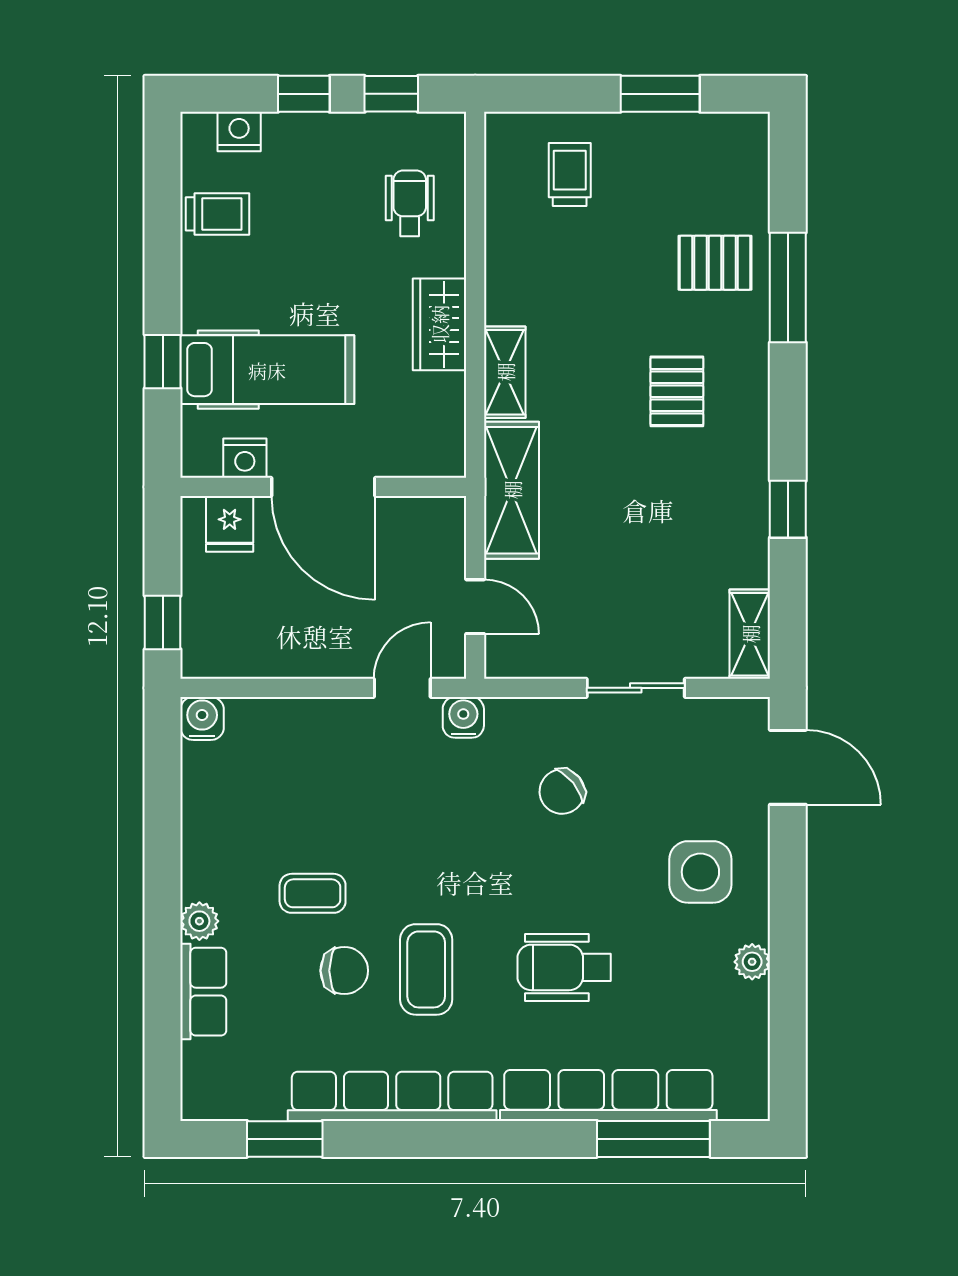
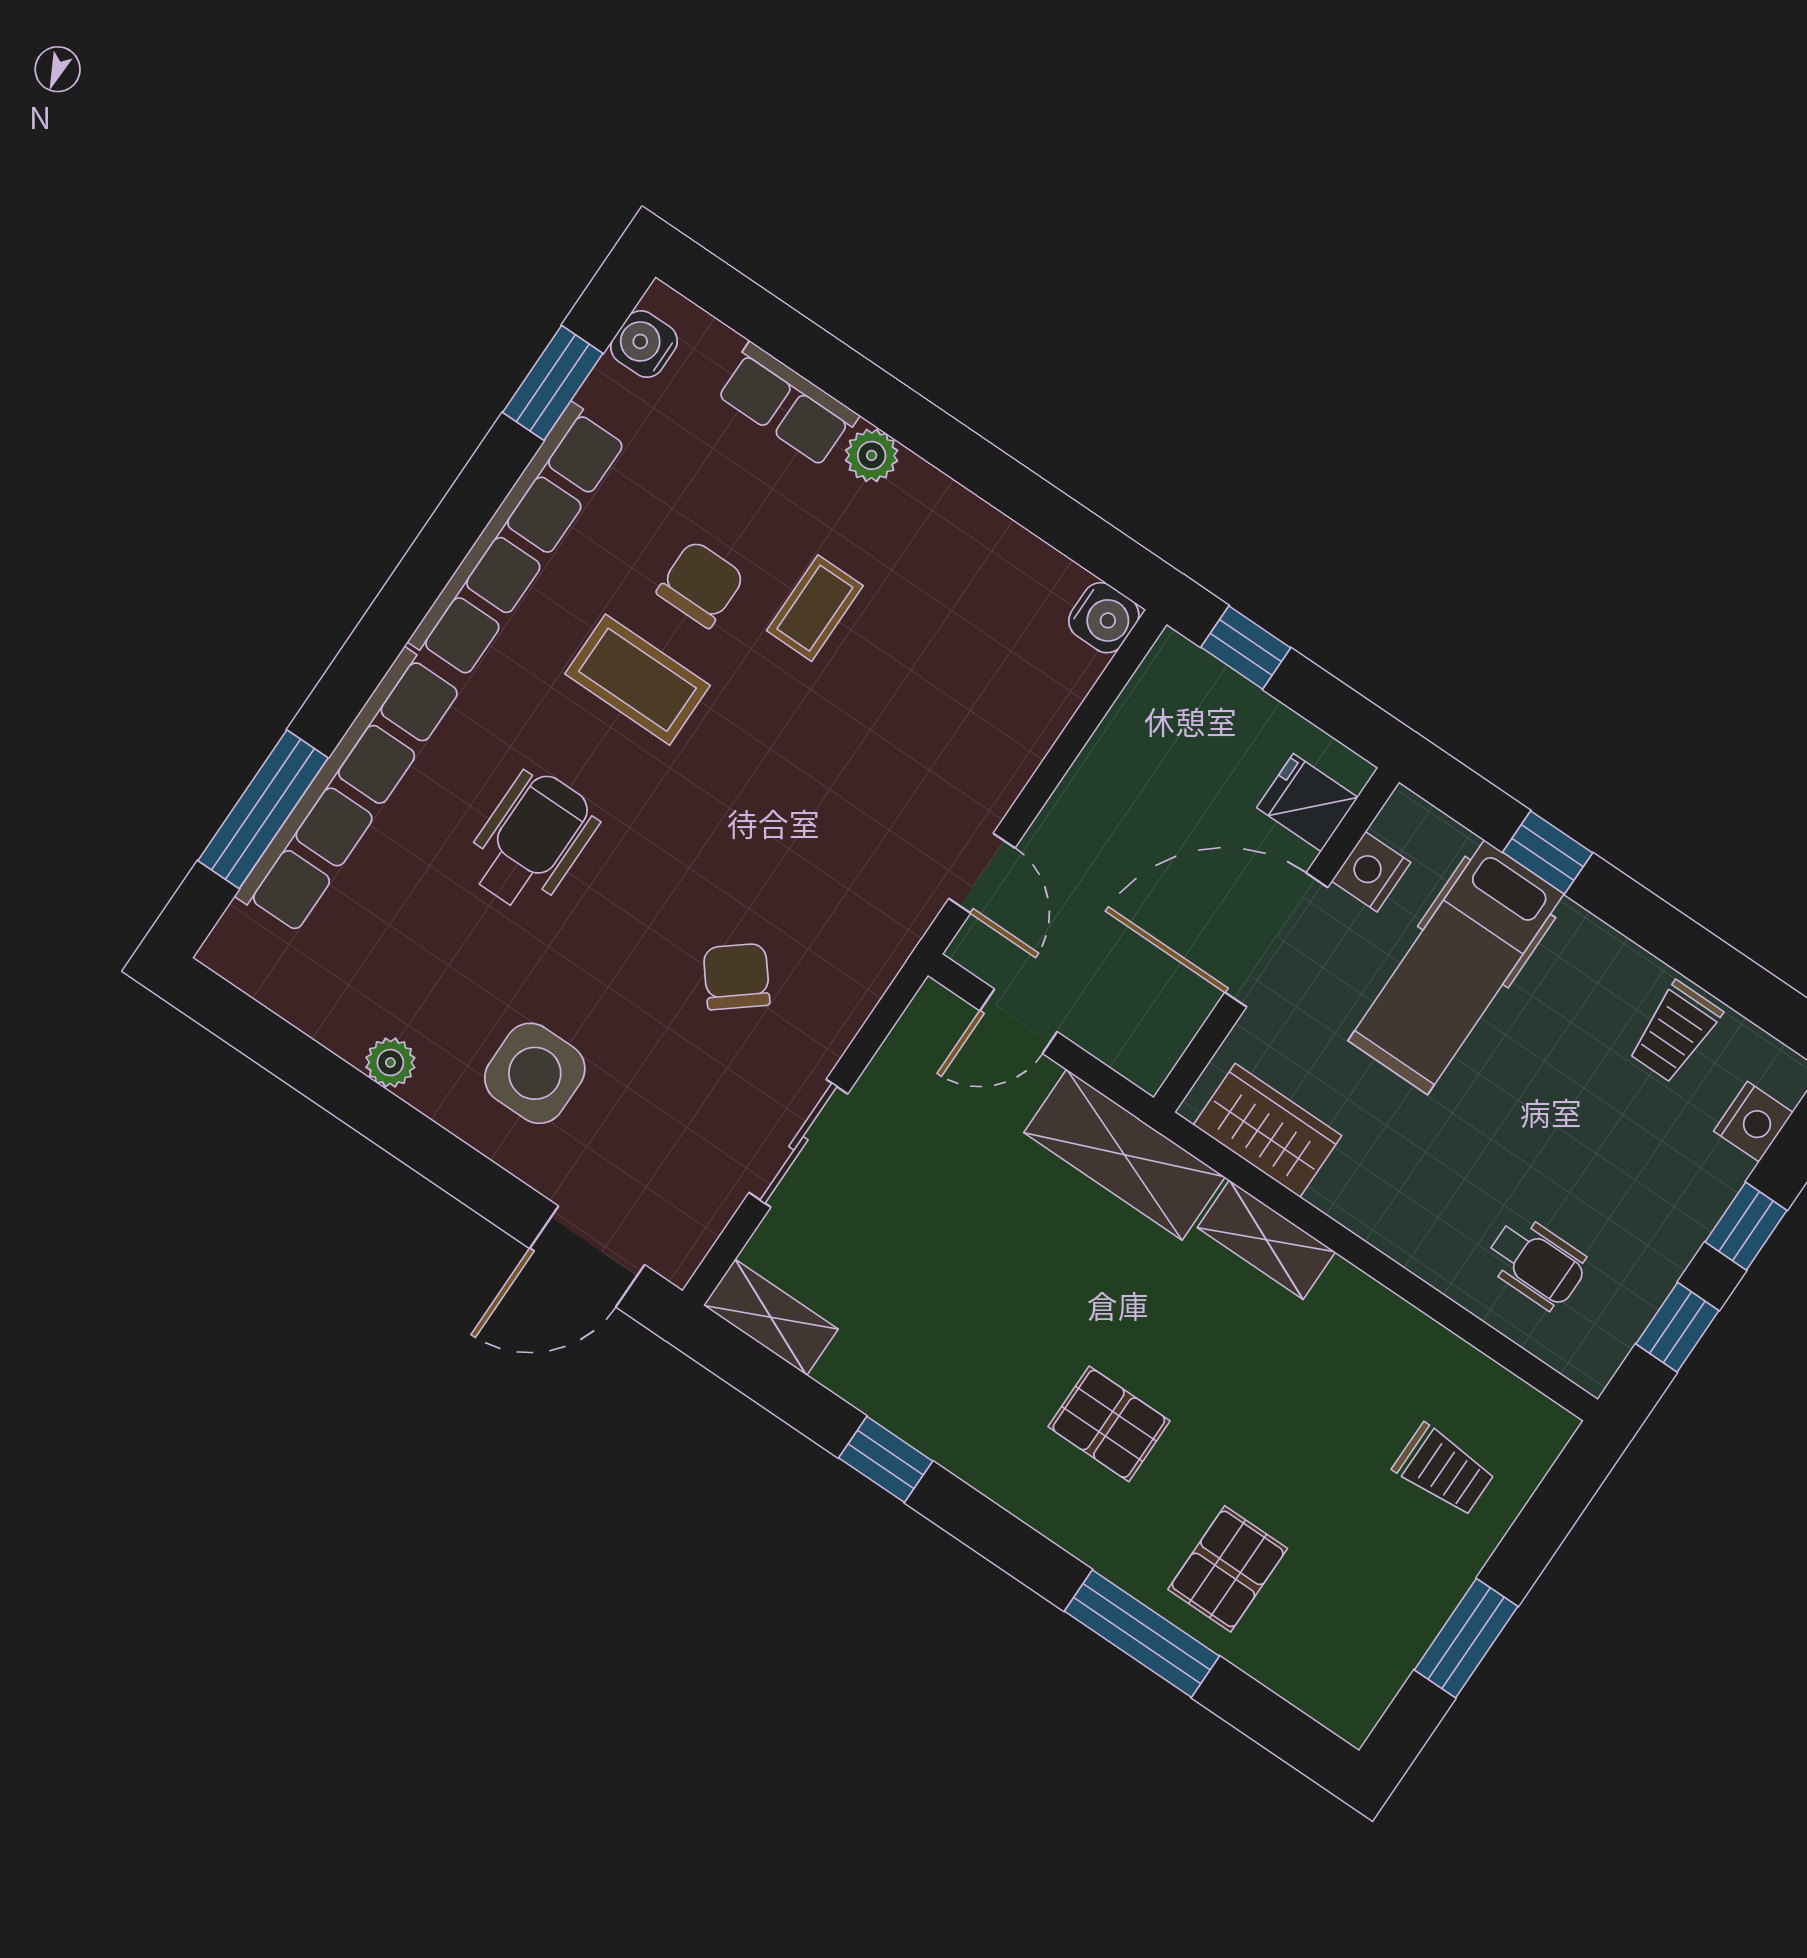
wardrobe: (439, 324) -> (1268, 1130), moved
water cooler: (463, 717) -> (644, 344), moved, turned 180
chair: (344, 971) -> (701, 584), turned 180

